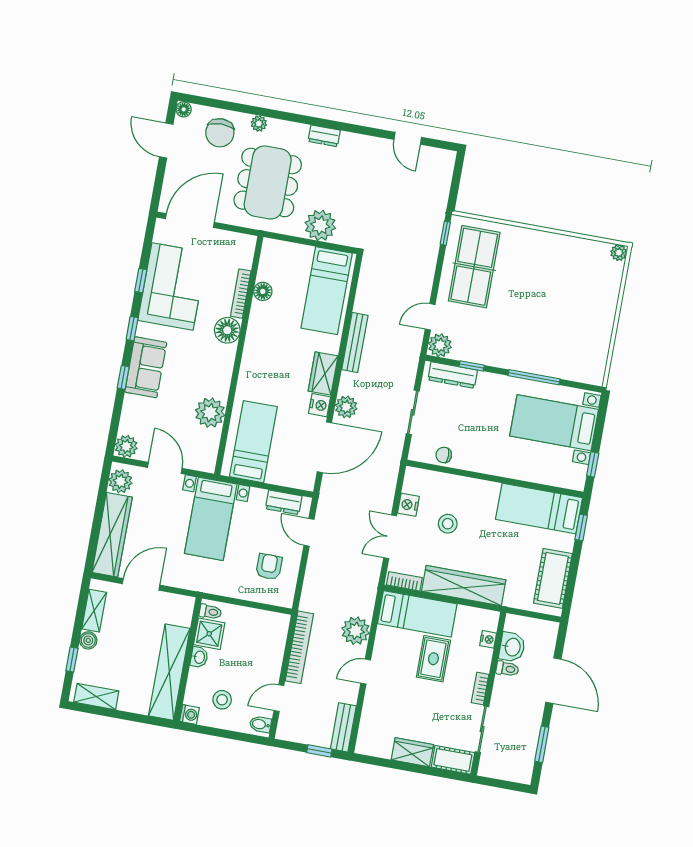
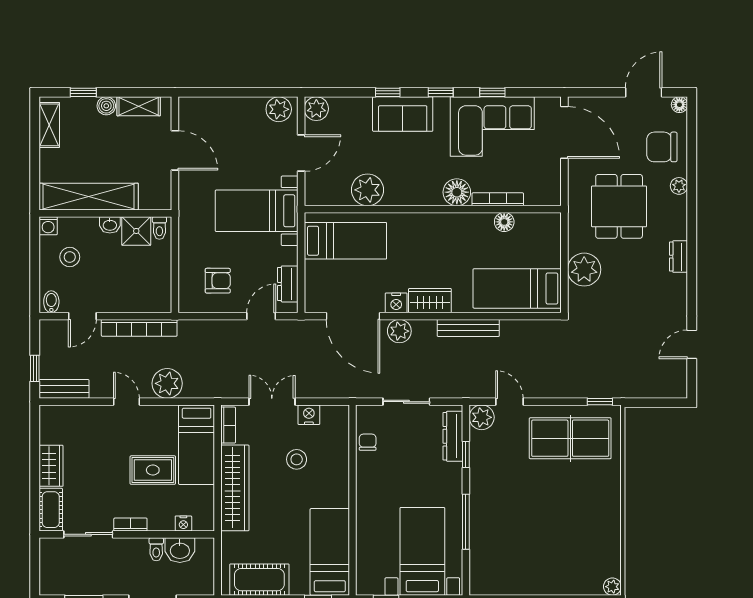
dining table: (268, 182) -> (619, 206), width x0.73
wardrobe: (112, 535) -> (221, 111), removed
door: (279, 698) -> (82, 316), swing flipped

